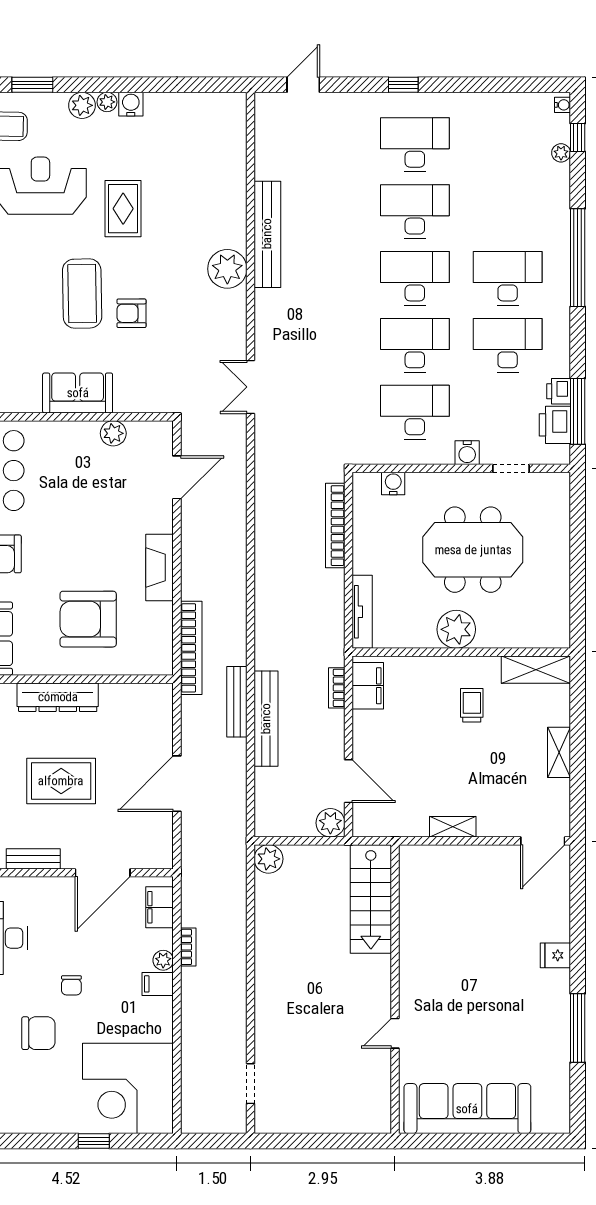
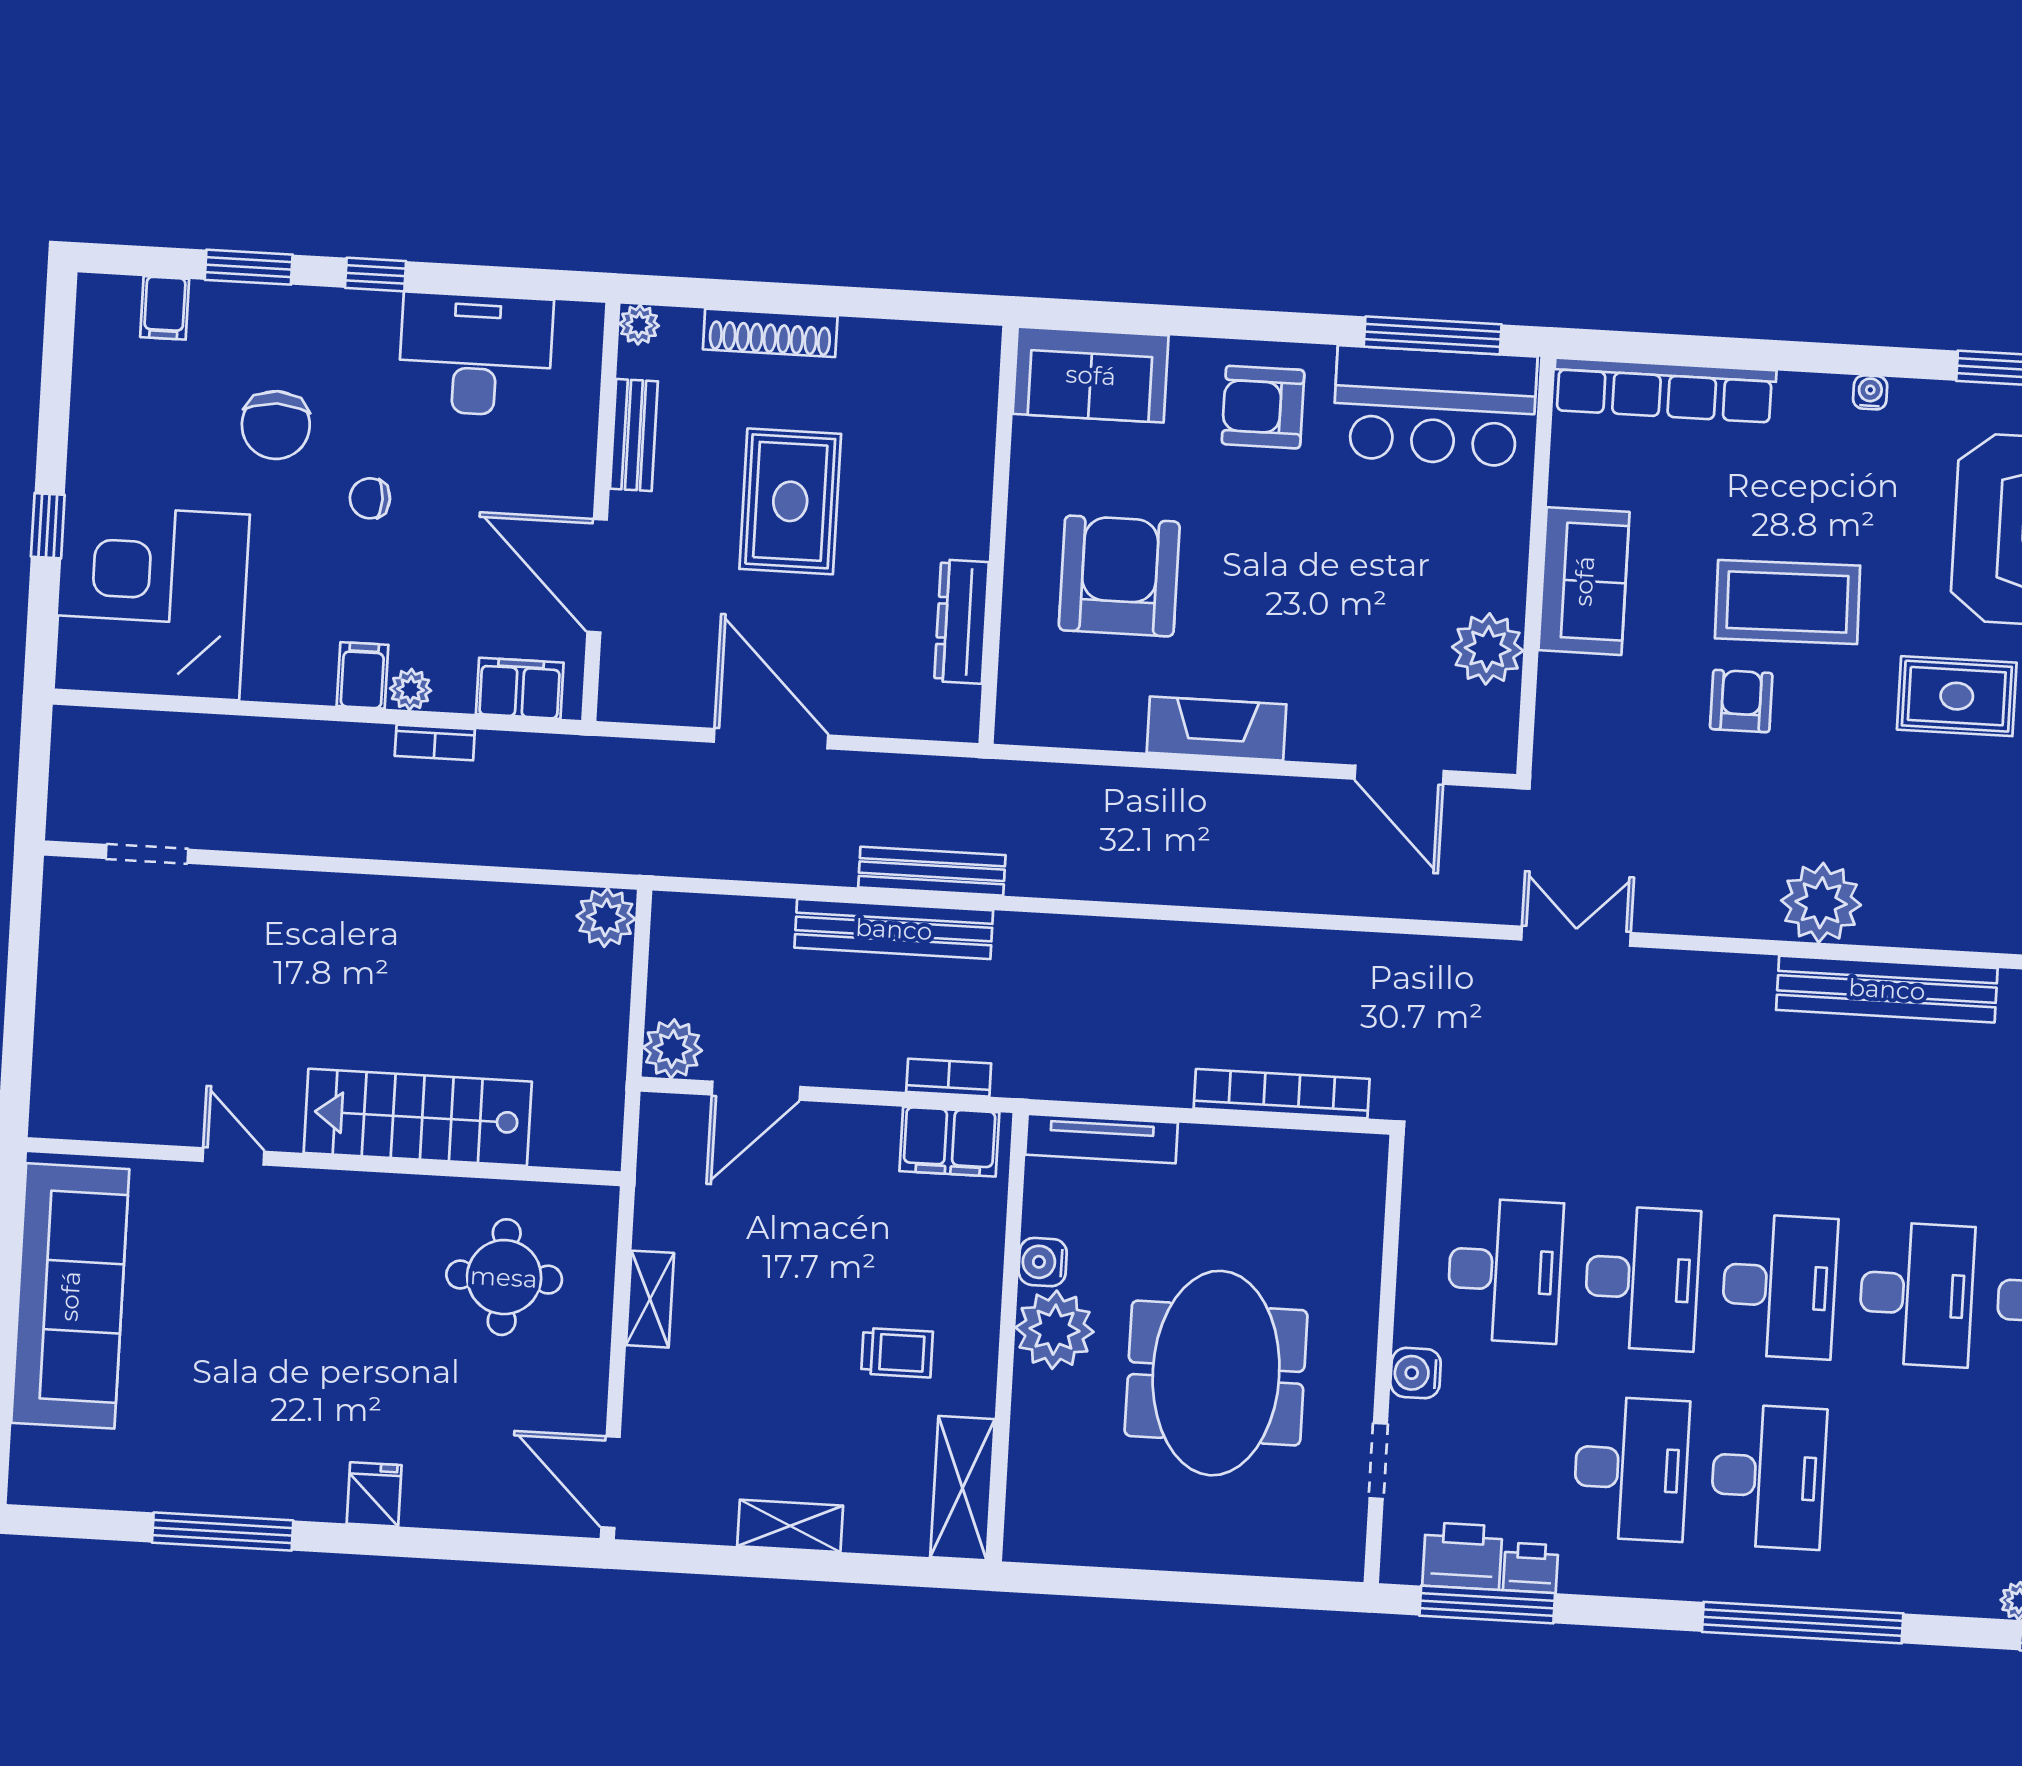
plant: (113, 433) -> (1488, 649), width x1.36, depth x1.36
water cooler: (393, 483) -> (1043, 1262), moved, turned 180
bookcase: (191, 648) -> (1048, 784), removed
dresser: (58, 697) -> (961, 622), moved, width x0.73, depth x0.80
round table: (446, 898) -> (504, 1277), added
stairs: (371, 899) -> (418, 1117), moved

